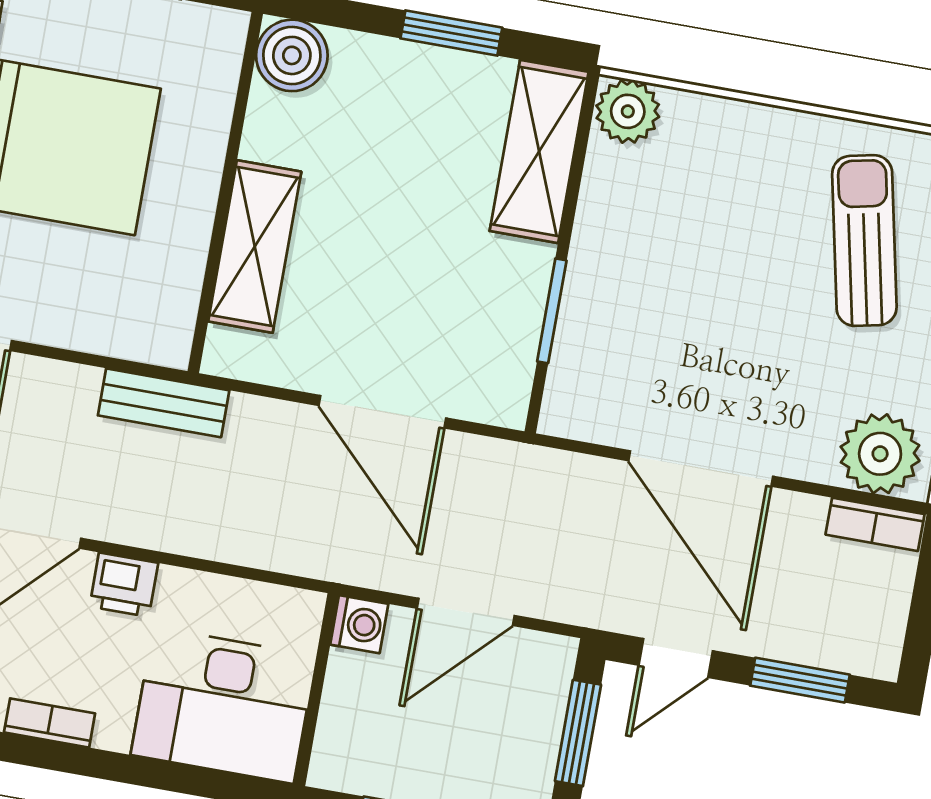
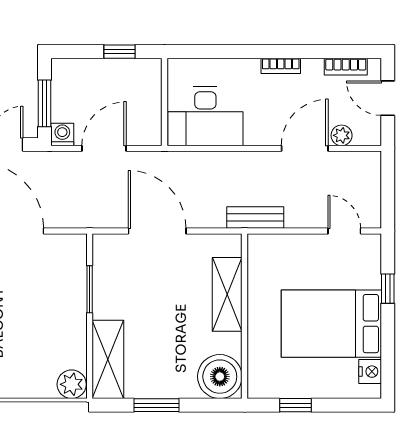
boiler: (292, 55) -> (220, 377), width x1.37, depth x1.37
printer: (124, 585) -> (259, 133), removed
washing machine: (359, 624) -> (62, 134), moved, turned 90
desk: (224, 705) -> (205, 116), moved, turned 180

